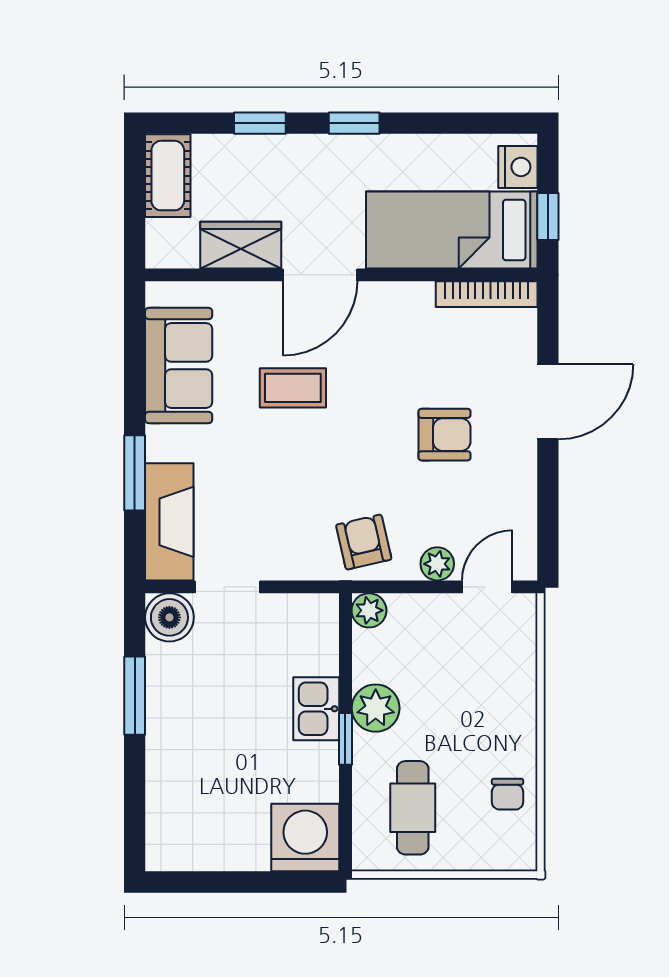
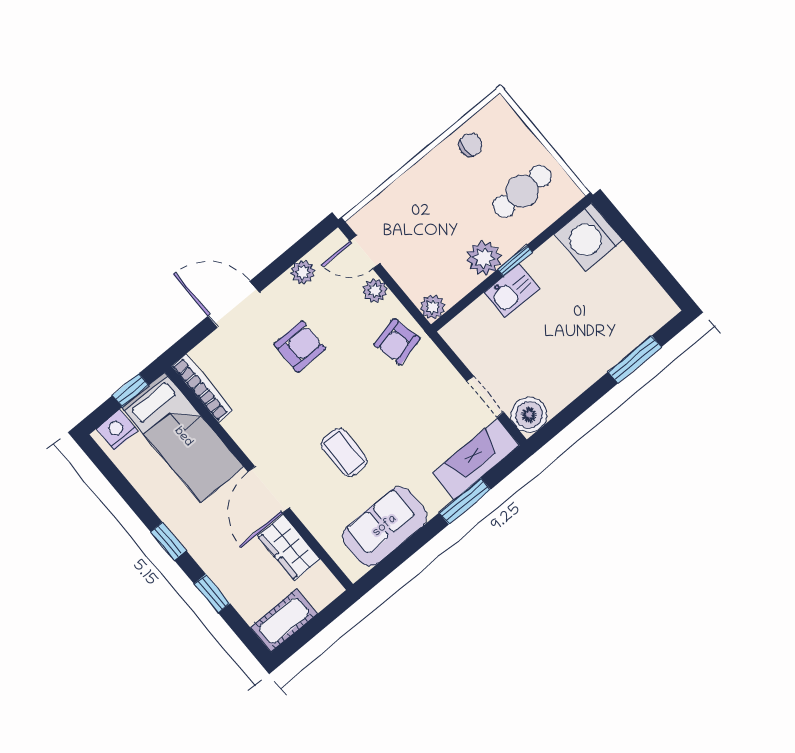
door: (320, 275) -> (269, 490), swing flipped
armchair: (445, 435) -> (300, 346), turned 90
plant: (521, 503) -> (303, 272), added
window: (135, 696) -> (635, 359), moved

